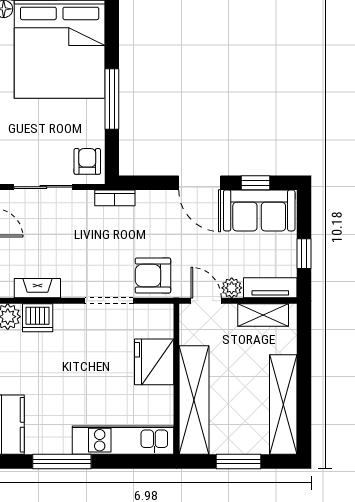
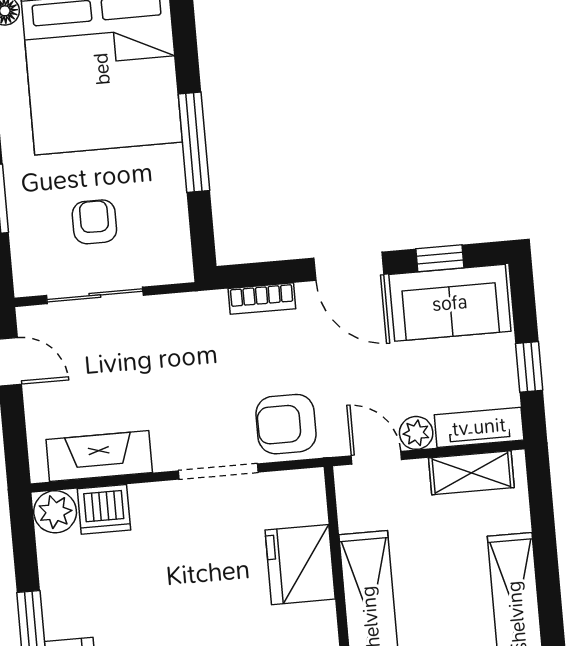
armchair: (87, 161) -> (94, 222), moved
bookcase: (115, 198) -> (262, 299), moved
fireplace: (37, 288) -> (99, 456), width x1.37, depth x1.32

